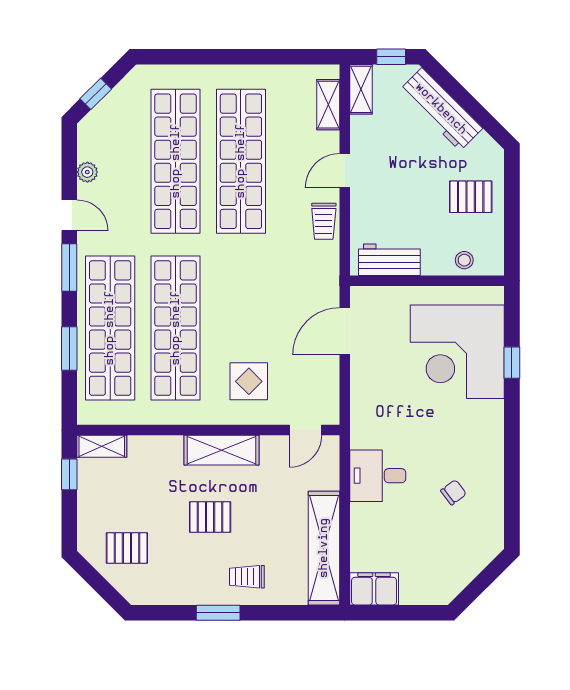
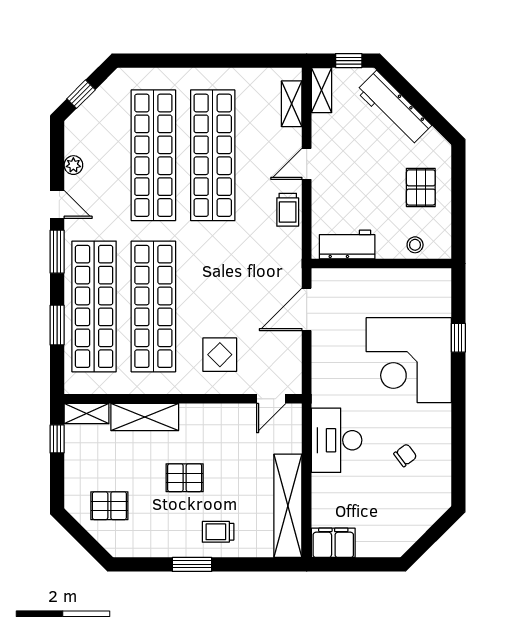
pallet: (471, 197) -> (421, 187), turned 90
corner desk: (457, 352) -> (409, 360), moved
shelving: (222, 450) -> (145, 417), moved
desk: (378, 476) -> (337, 440), width x1.37

